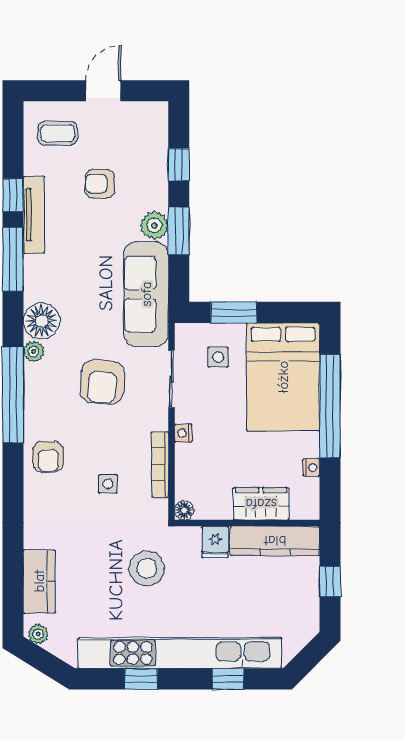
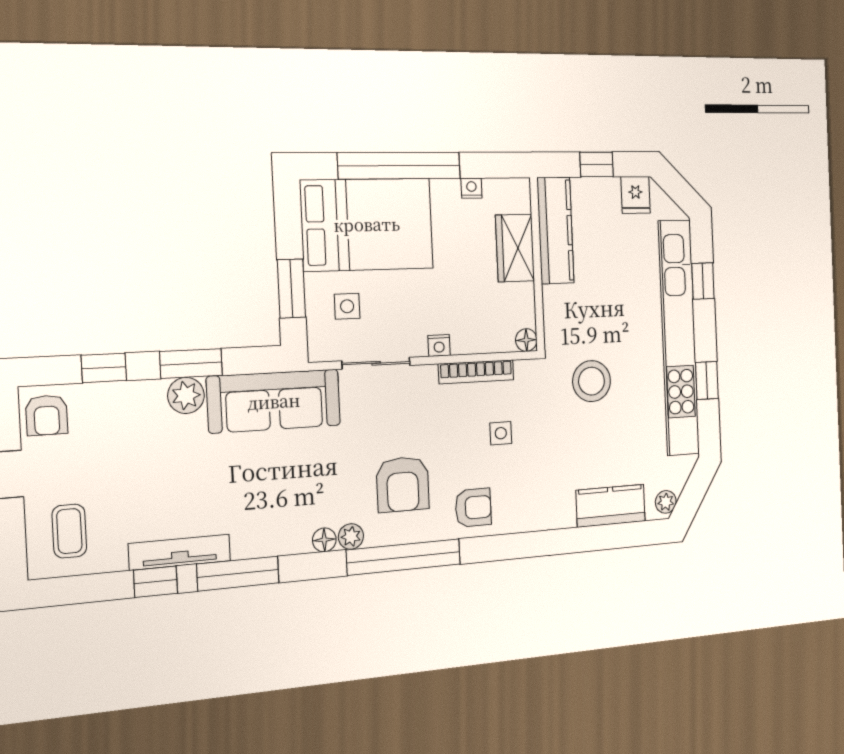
armchair: (100, 184) -> (47, 415), moved
floor lamp: (42, 321) -> (324, 540), width x0.53, depth x0.53
armchair: (102, 382) -> (403, 484), moved, turned 86
fridge: (215, 542) -> (636, 195), moved, turned 90

